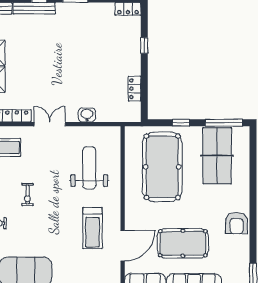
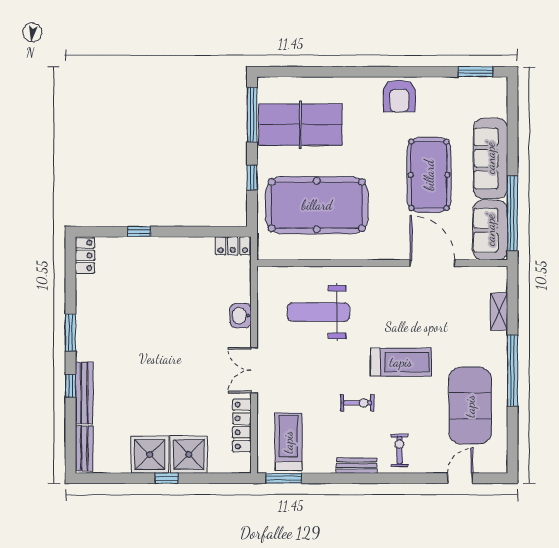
locker: (135, 89) -> (233, 246), moved
armchair: (237, 223) -> (399, 96), turned 90
treadmill: (92, 228) -> (401, 362), moved

